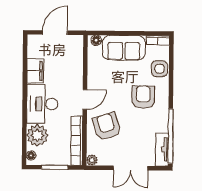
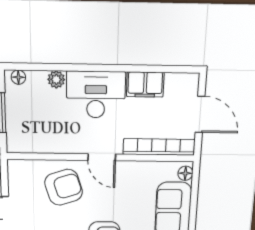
plant: (37, 135) -> (56, 79), width x0.53, depth x0.53
bookcase: (77, 141) -> (159, 147), moved
plant: (92, 160) -> (15, 167), removed

